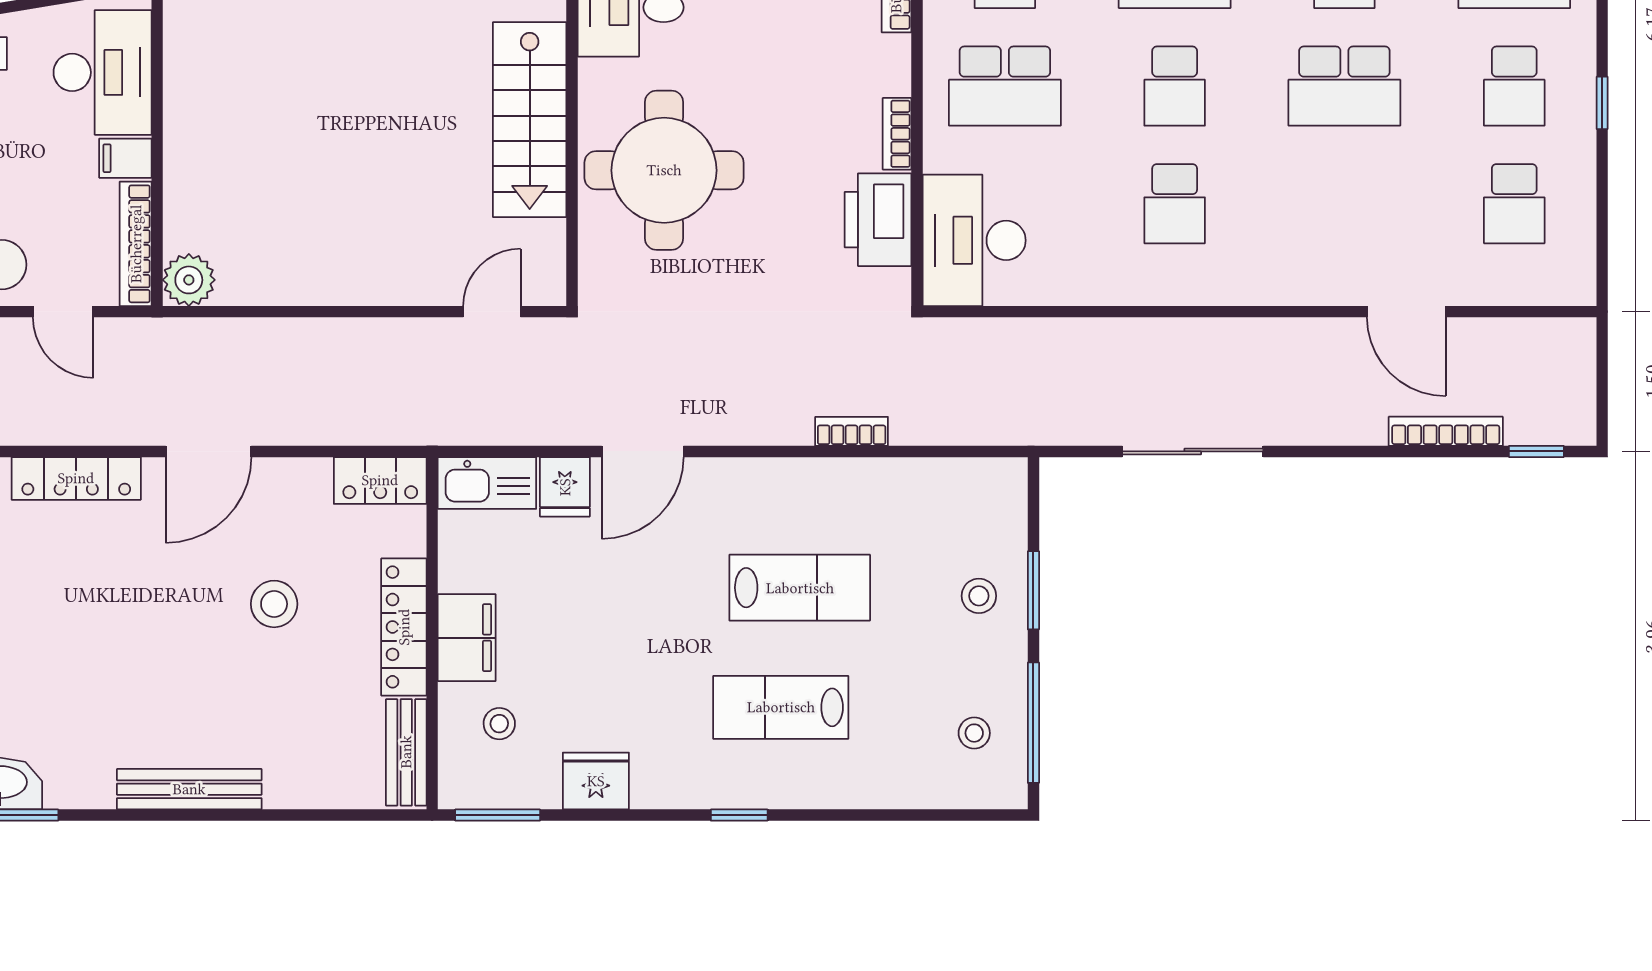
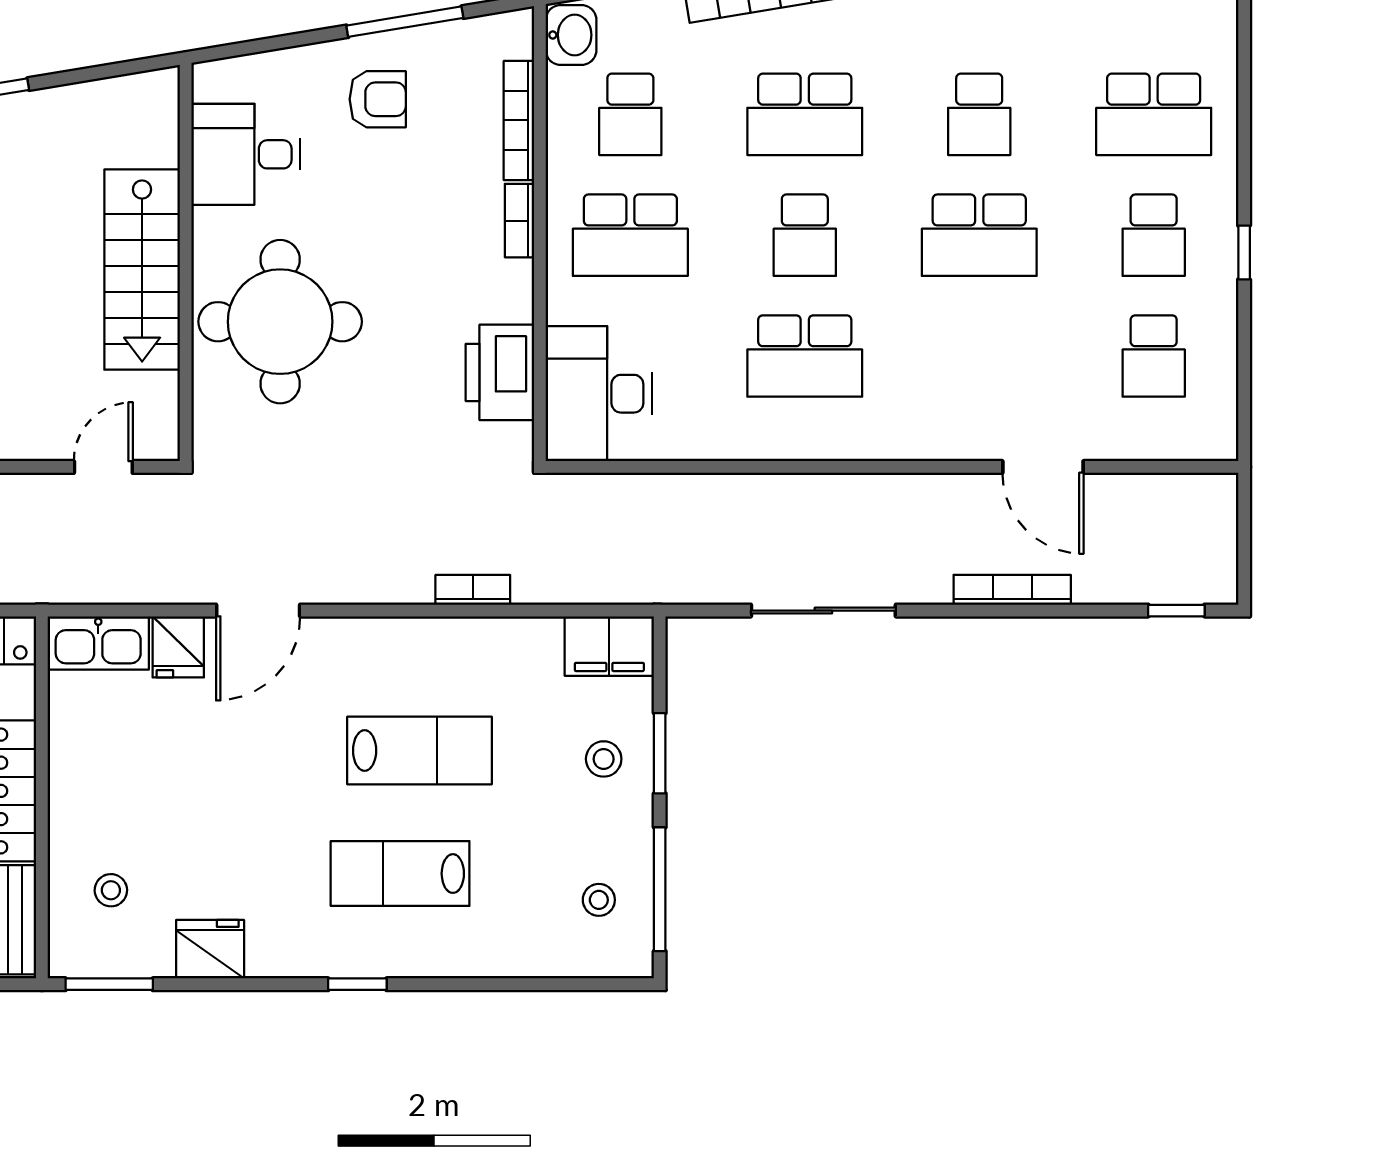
bookcase: (897, 134) -> (520, 221), moved
school desk: (1175, 204) -> (805, 356), width x1.85
bookcase: (1446, 431) -> (1012, 590), moved
filing cabinet: (467, 638) -> (609, 646), moved, turned 90

